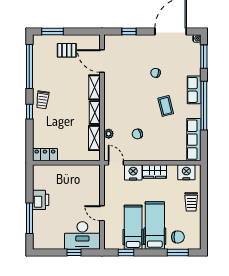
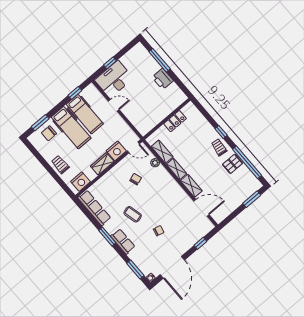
pallet: (67, 50) -> (232, 164), moved
window: (204, 106) -> (107, 237), width x0.47
locker: (45, 155) -> (175, 121), moved

